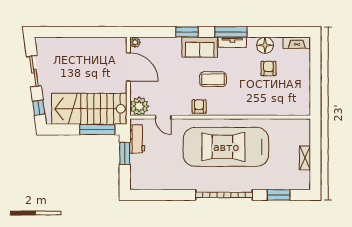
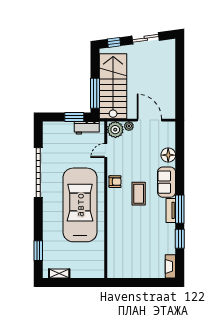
window: (187, 32) -> (180, 239), moved
plant: (135, 42) -> (129, 126), moved
floor lamp: (265, 45) -> (168, 155), moved
door: (128, 67) -> (149, 120), swing flipped
armchair: (268, 68) -> (148, 242), removed
shelving: (305, 158) -> (59, 273), moved
garage door: (224, 195) -> (38, 173), moved

